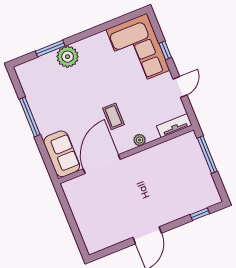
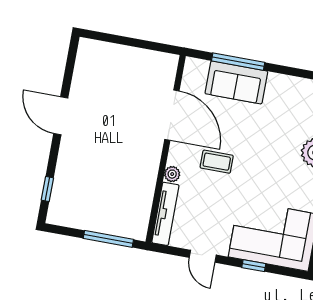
window: (30, 117) -> (238, 62), moved
tv unit: (174, 126) -> (165, 214), width x1.41
sofa: (62, 154) -> (236, 82), moved

